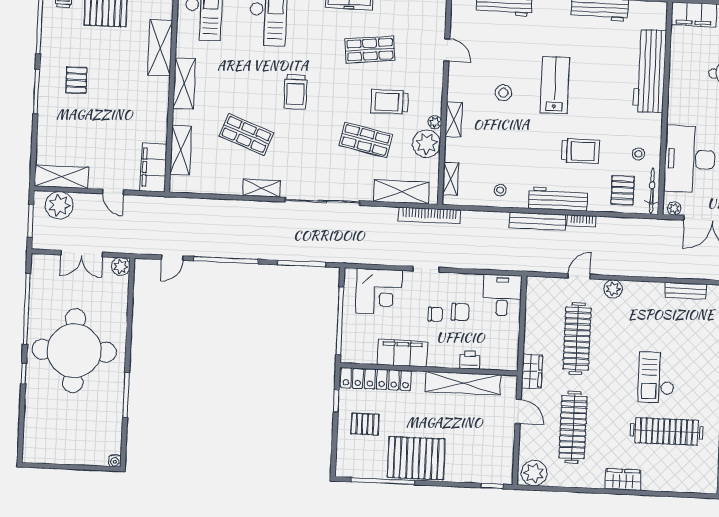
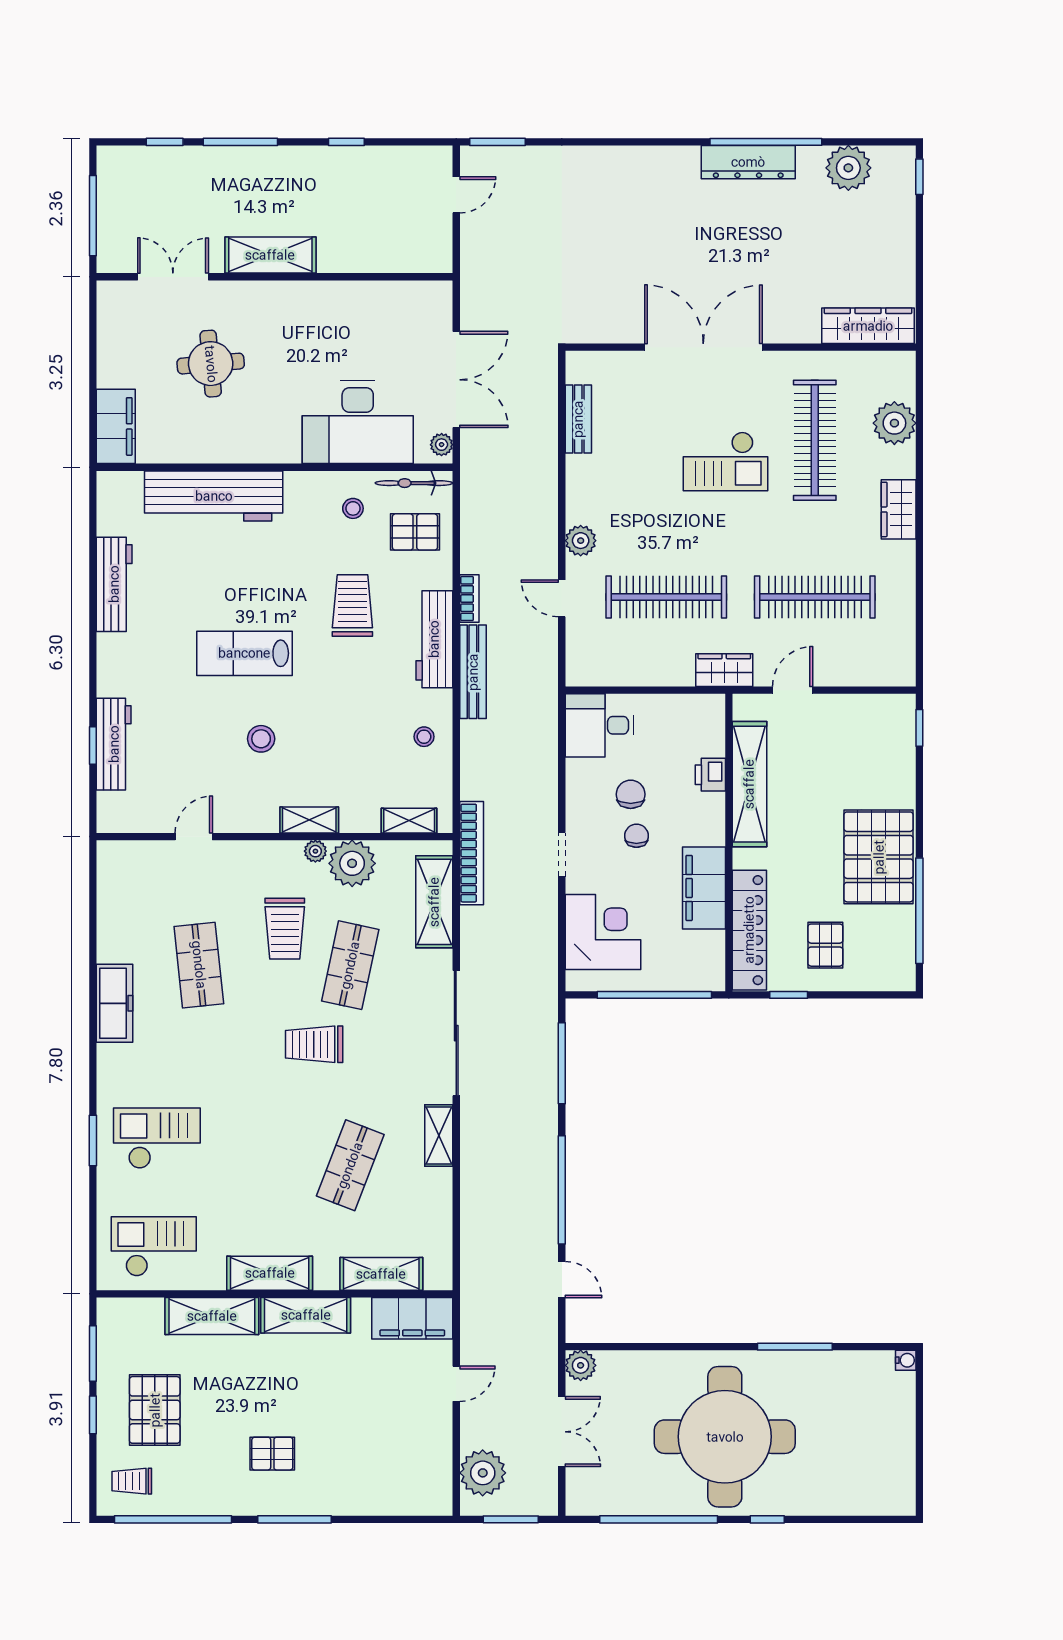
trolley: (295, 92) -> (314, 1044), moved, turned 180
shelving: (61, 177) -> (306, 1315), moved, turned 90
plant: (534, 473) -> (894, 423), moved

